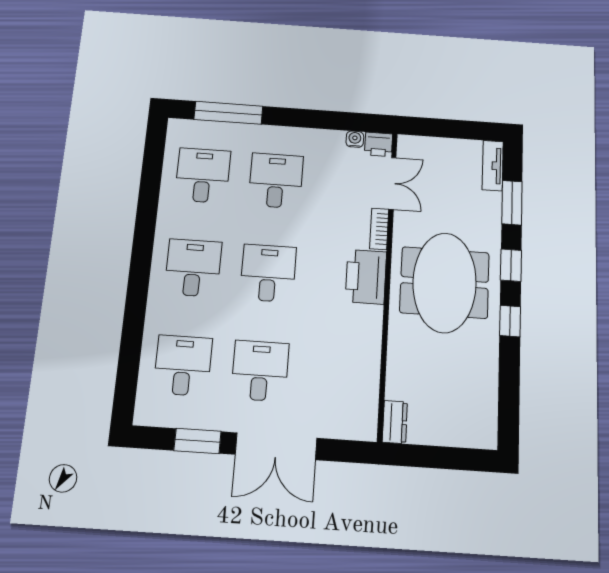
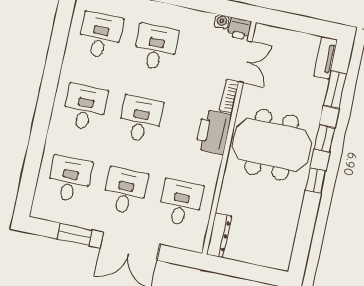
meeting table: (445, 283) -> (272, 145), turned 90
desk: (337, 376) -> (181, 203), added
dresser: (395, 422) -> (219, 235), width x1.44

